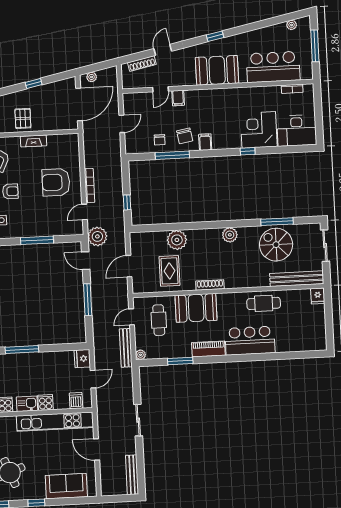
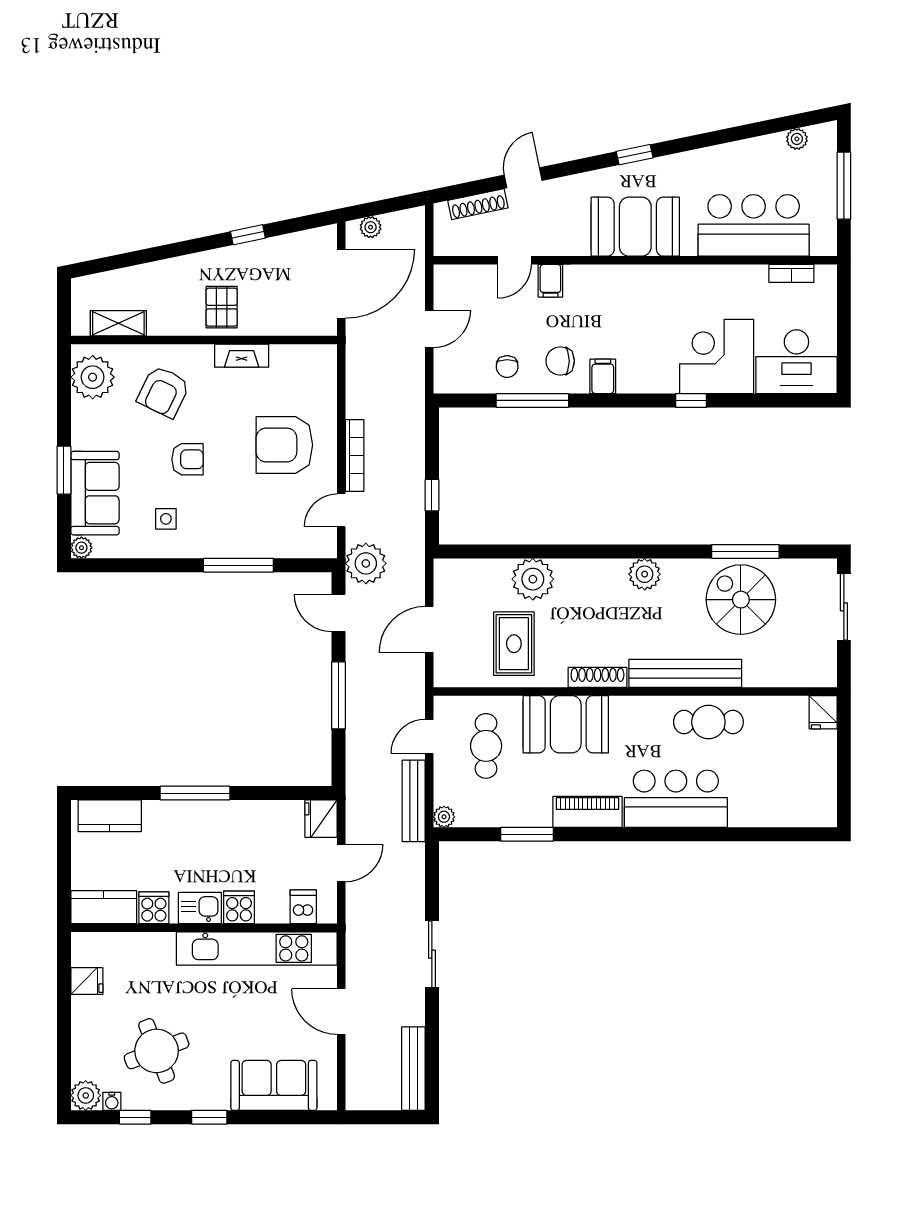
chair: (185, 136) -> (560, 361), turned 100
bench: (297, 279) -> (685, 673), moved

